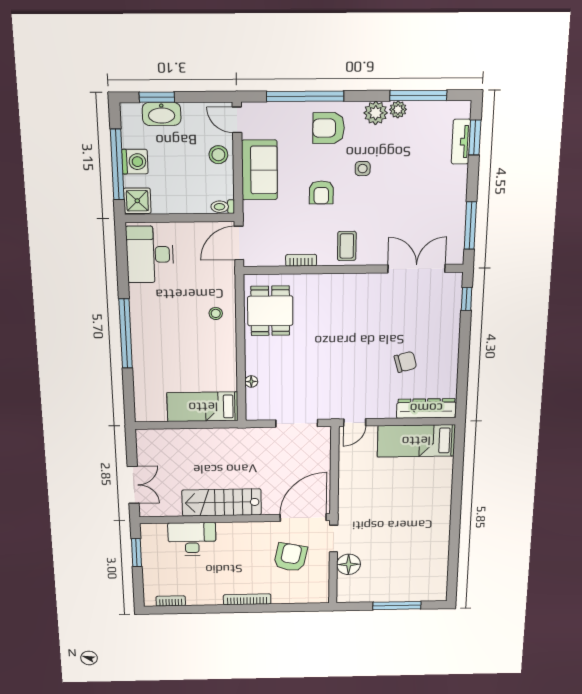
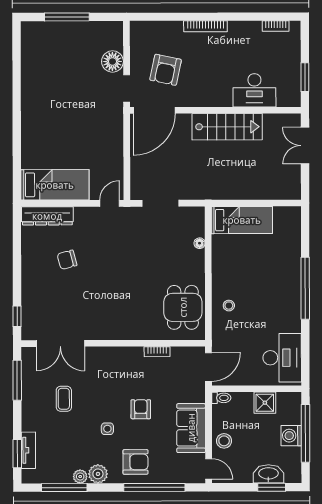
shower: (137, 201) -> (265, 403), moved
coffee table: (347, 246) -> (64, 399), moved

